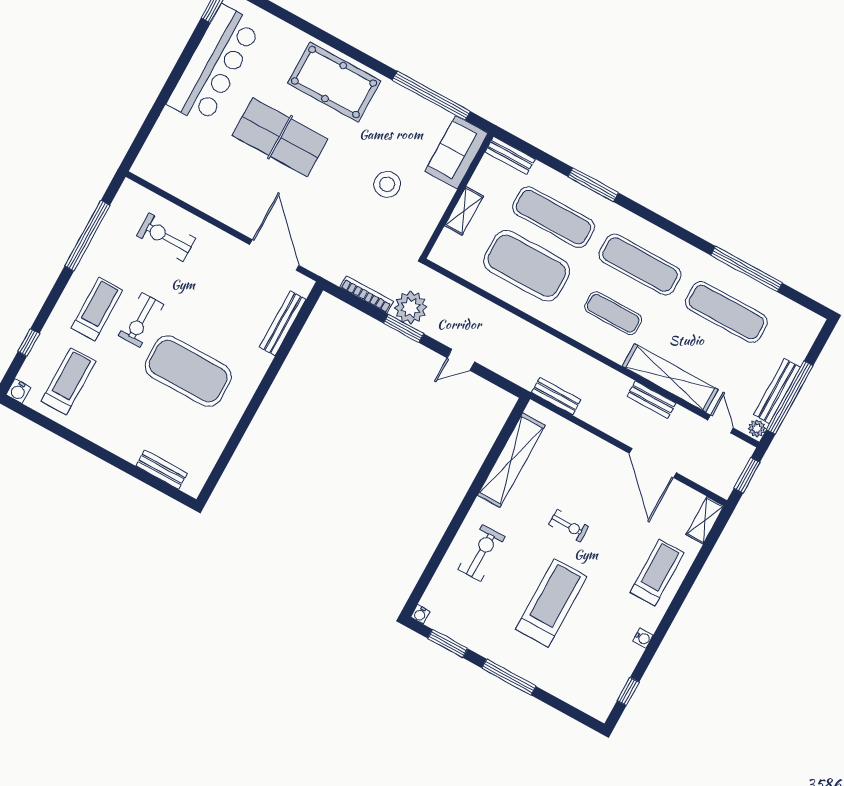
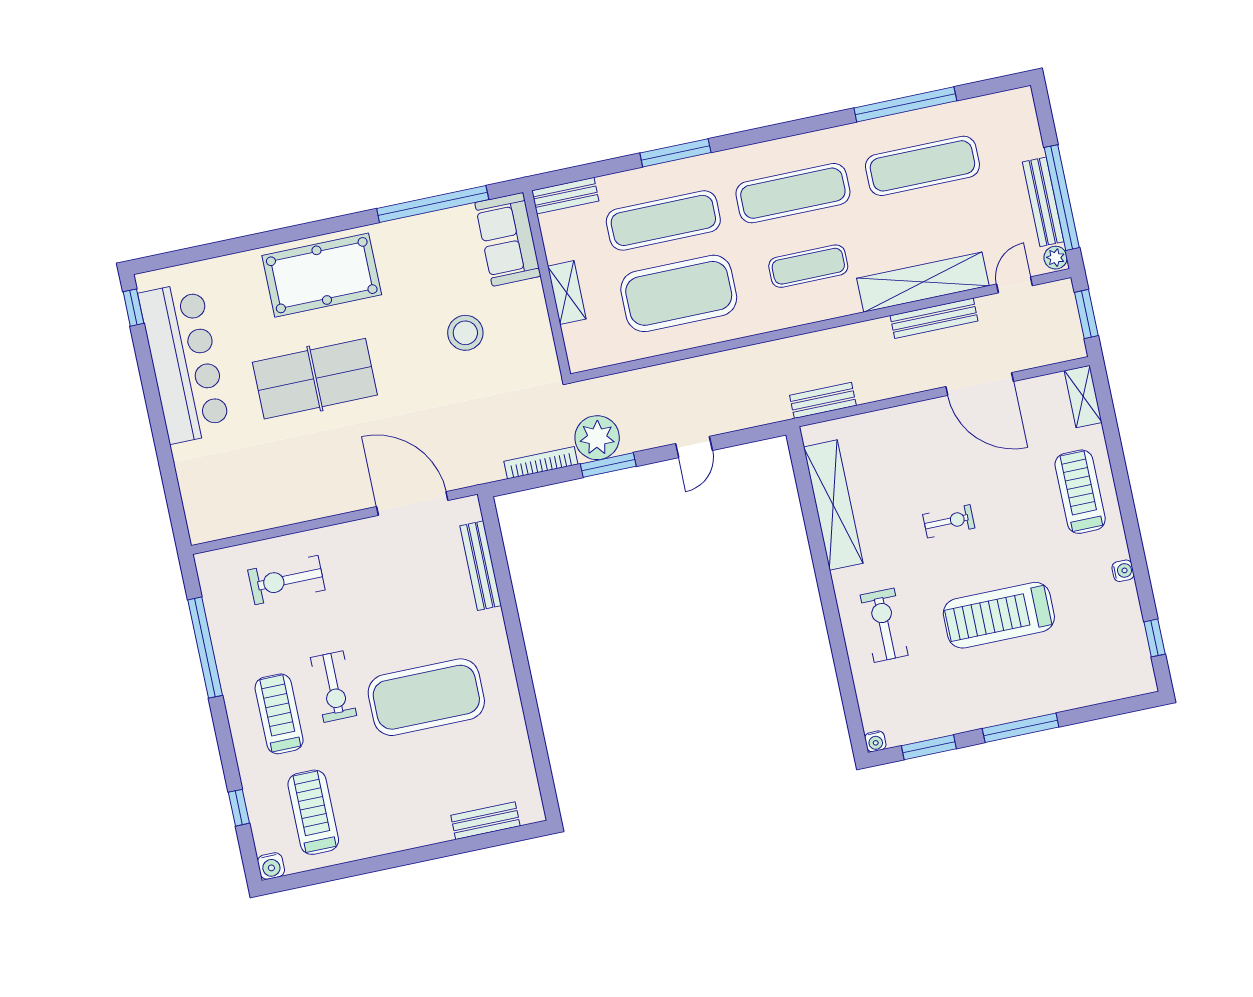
bench: (651, 400) -> (934, 318), width x1.36
door: (721, 424) -> (1014, 285), hinge flipped
treadmill: (551, 603) -> (999, 615), turned -90

